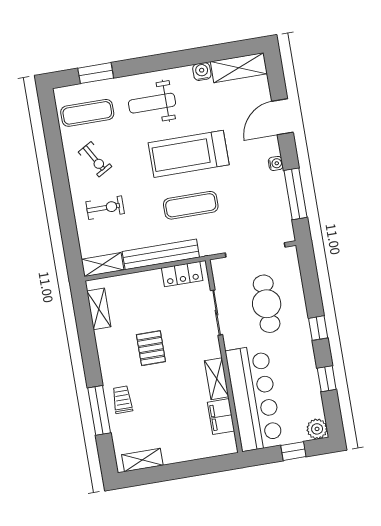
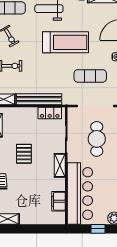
treadmill: (189, 154) -> (66, 42), turned 180
exercise mat: (191, 205) -> (90, 76), moved
shelving: (217, 379) -> (60, 165), moved

